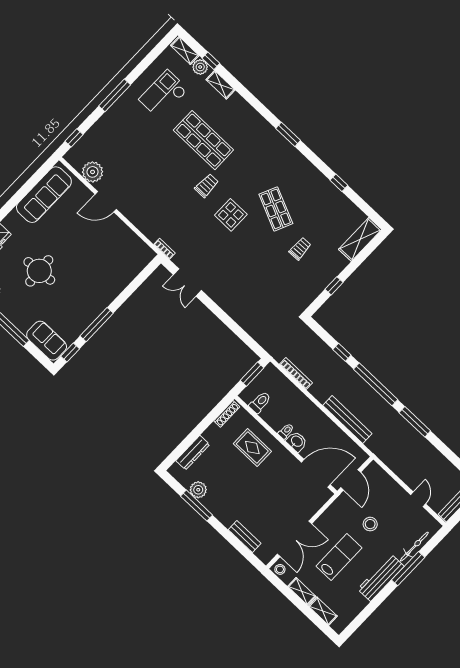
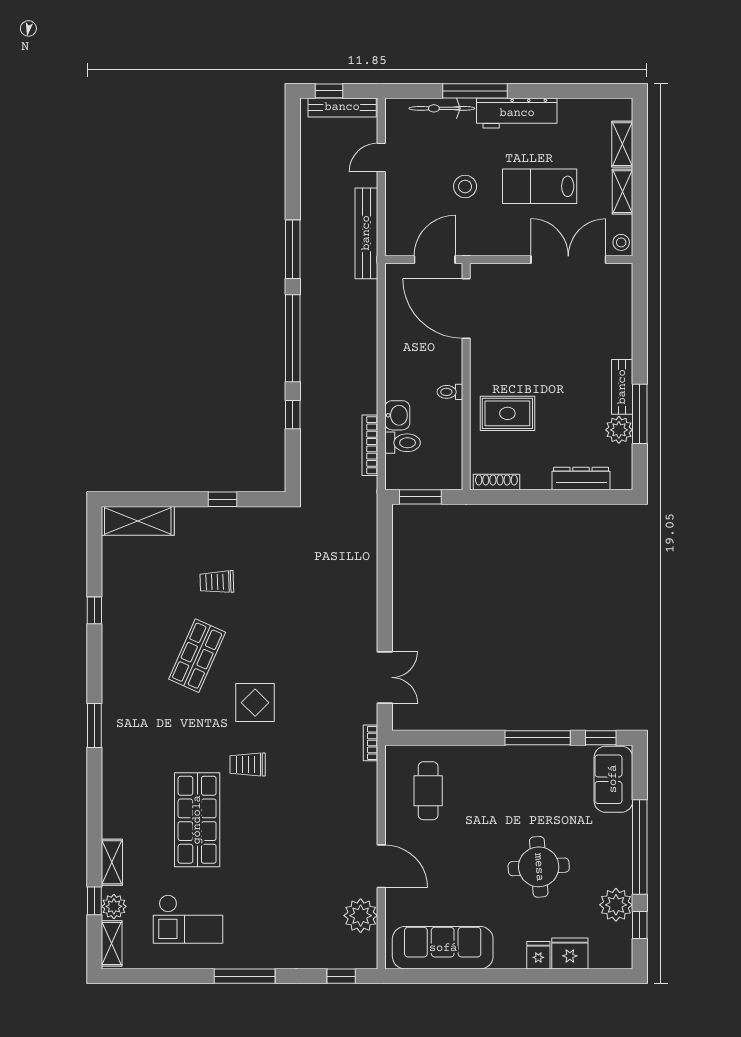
cafe table: (119, 254) -> (428, 791), added
toilet: (260, 402) -> (402, 443), moved, turned 180
bench: (347, 419) -> (366, 233), moved
washbasin: (297, 442) -> (397, 415), moved, turned 180
rug: (252, 448) -> (507, 413), turned 90
bench: (245, 537) -> (622, 387), moved

